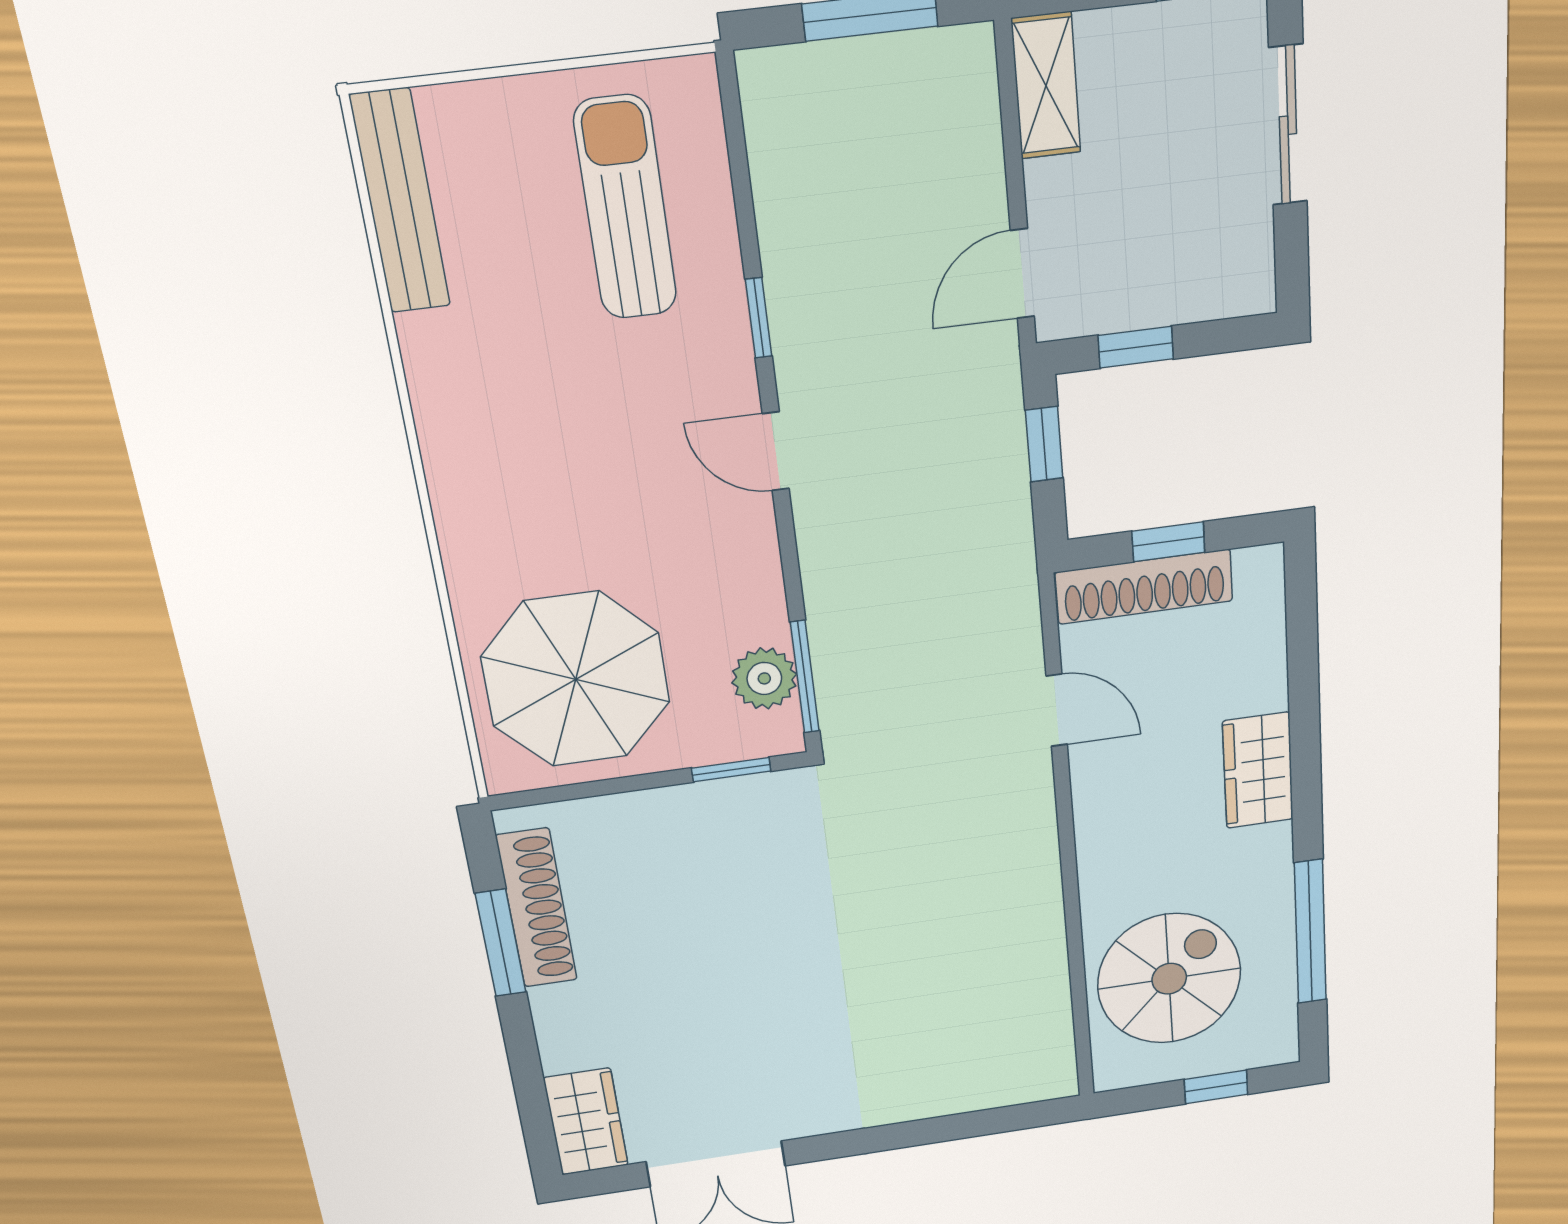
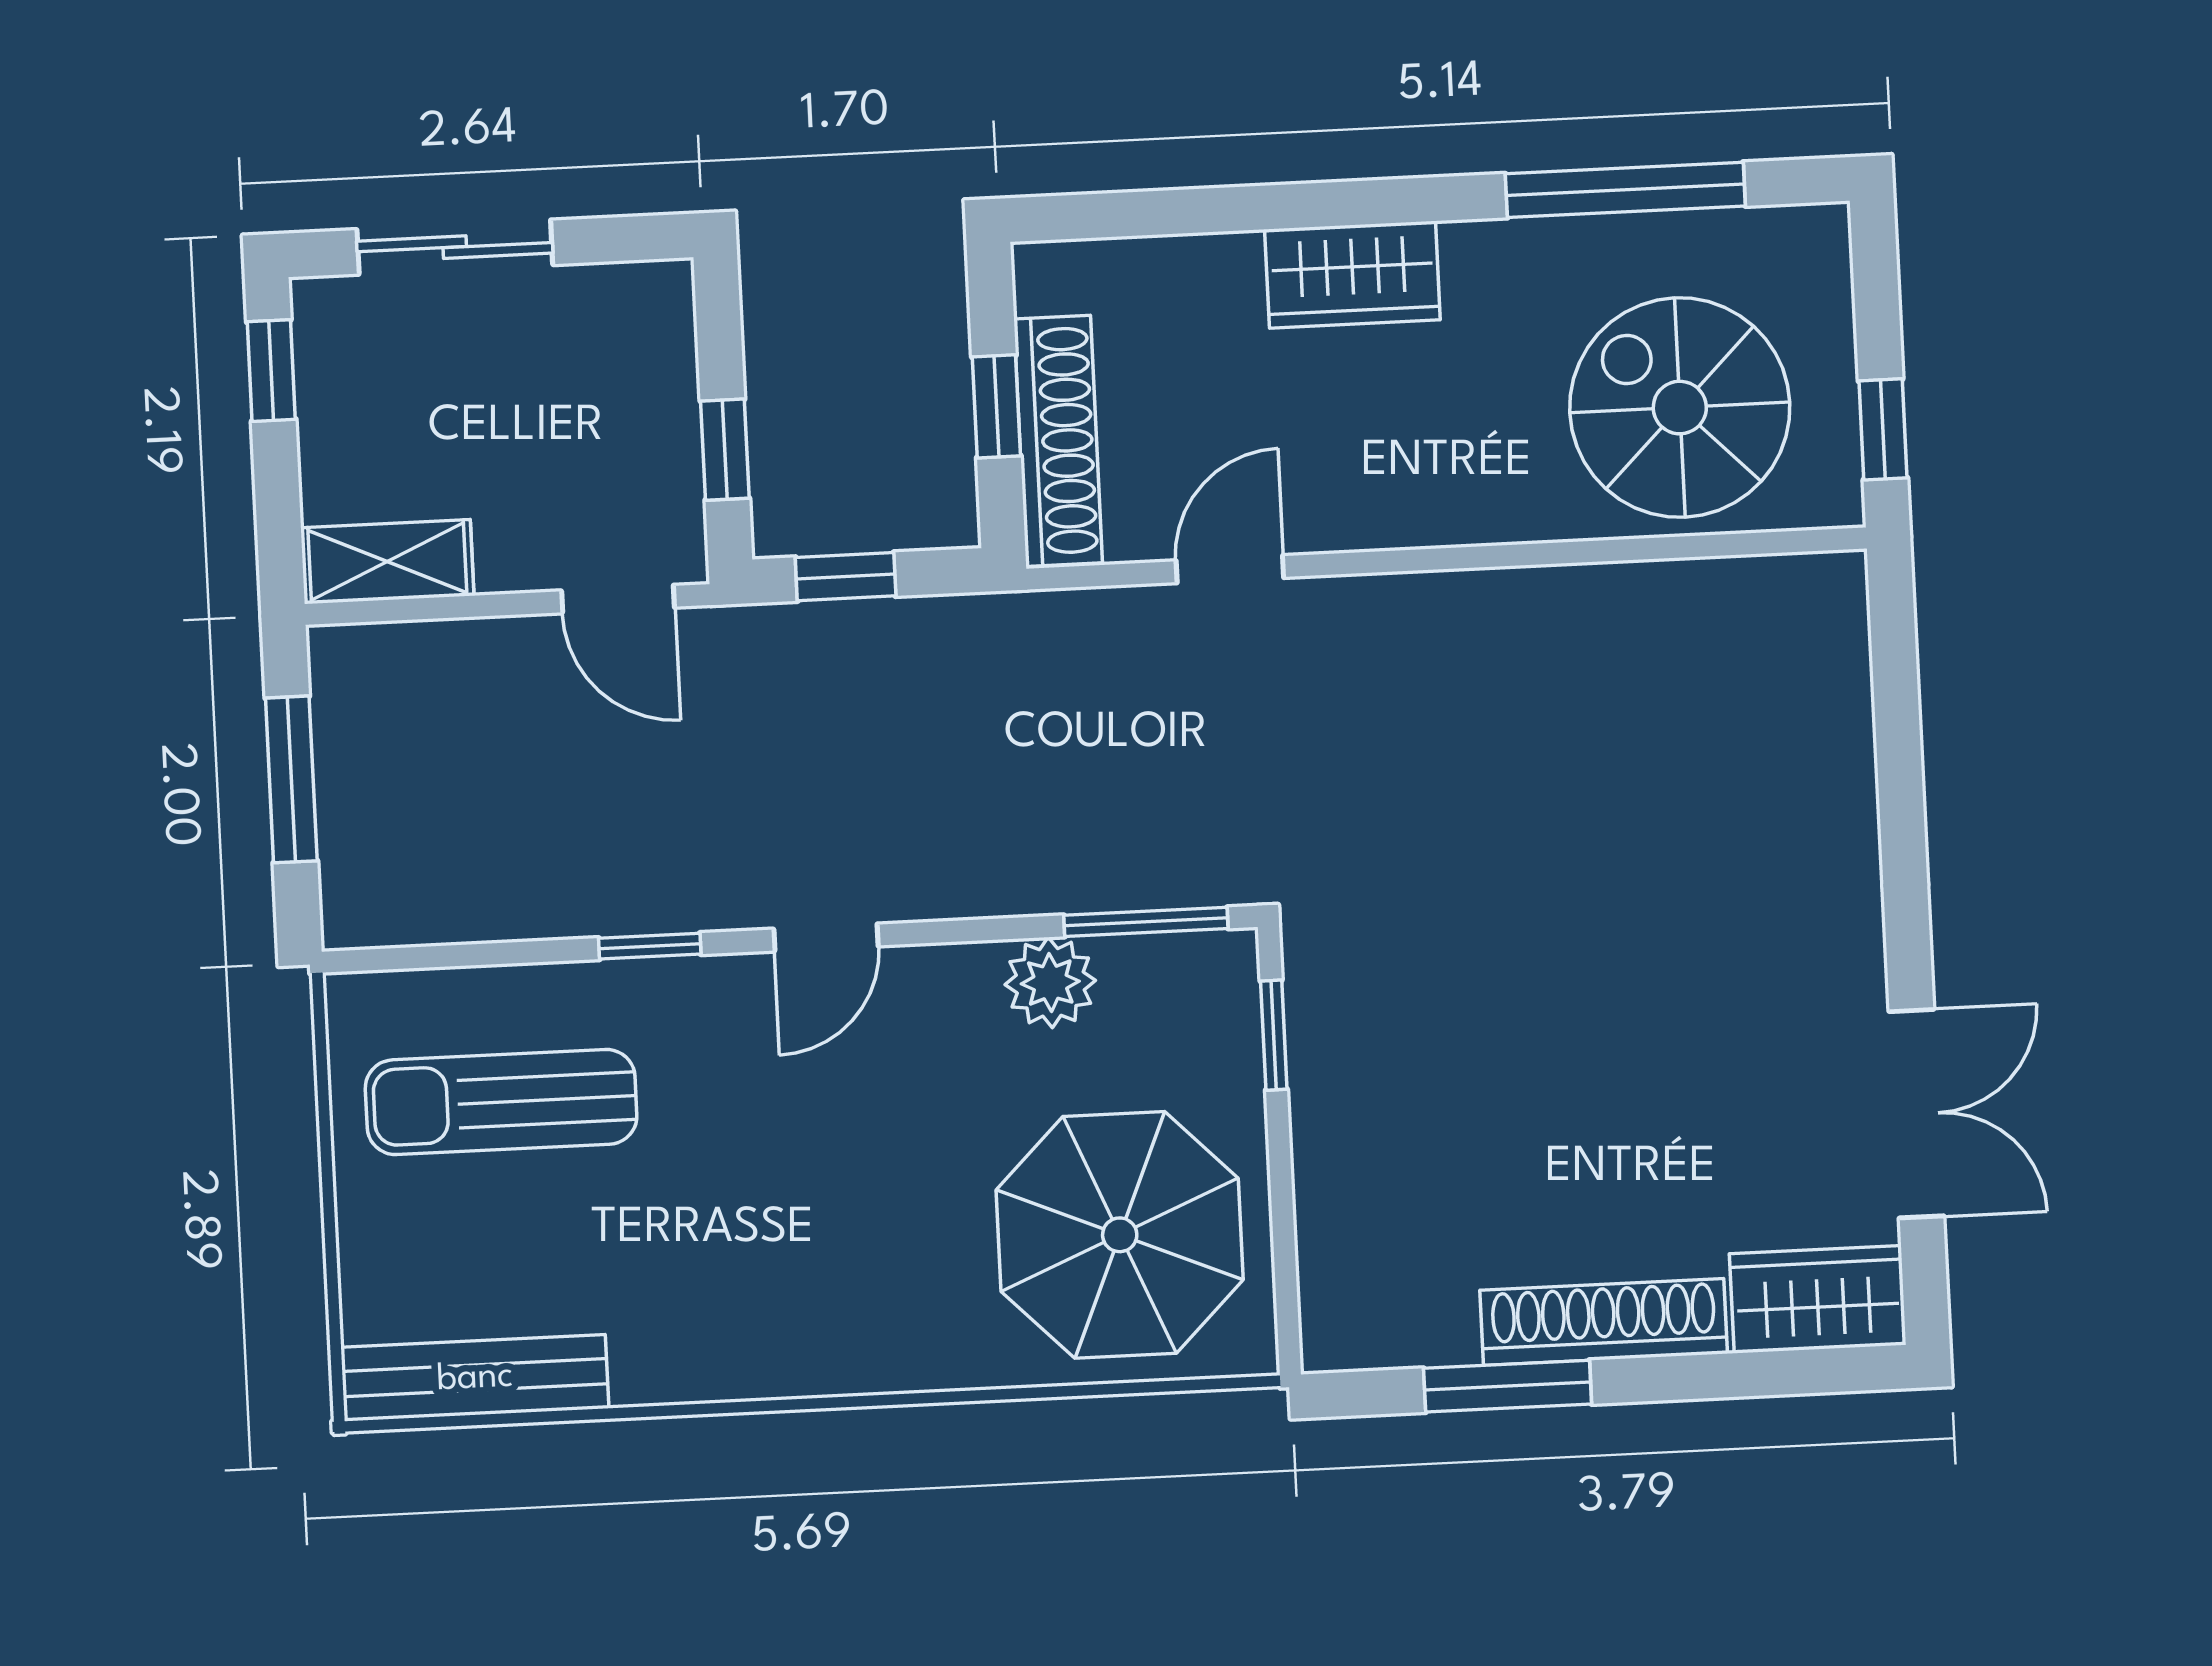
plant: (764, 678) -> (1050, 982), moved
shoe rack: (537, 908) -> (1604, 1322), moved
window: (1216, 1087) -> (1883, 429), moved

